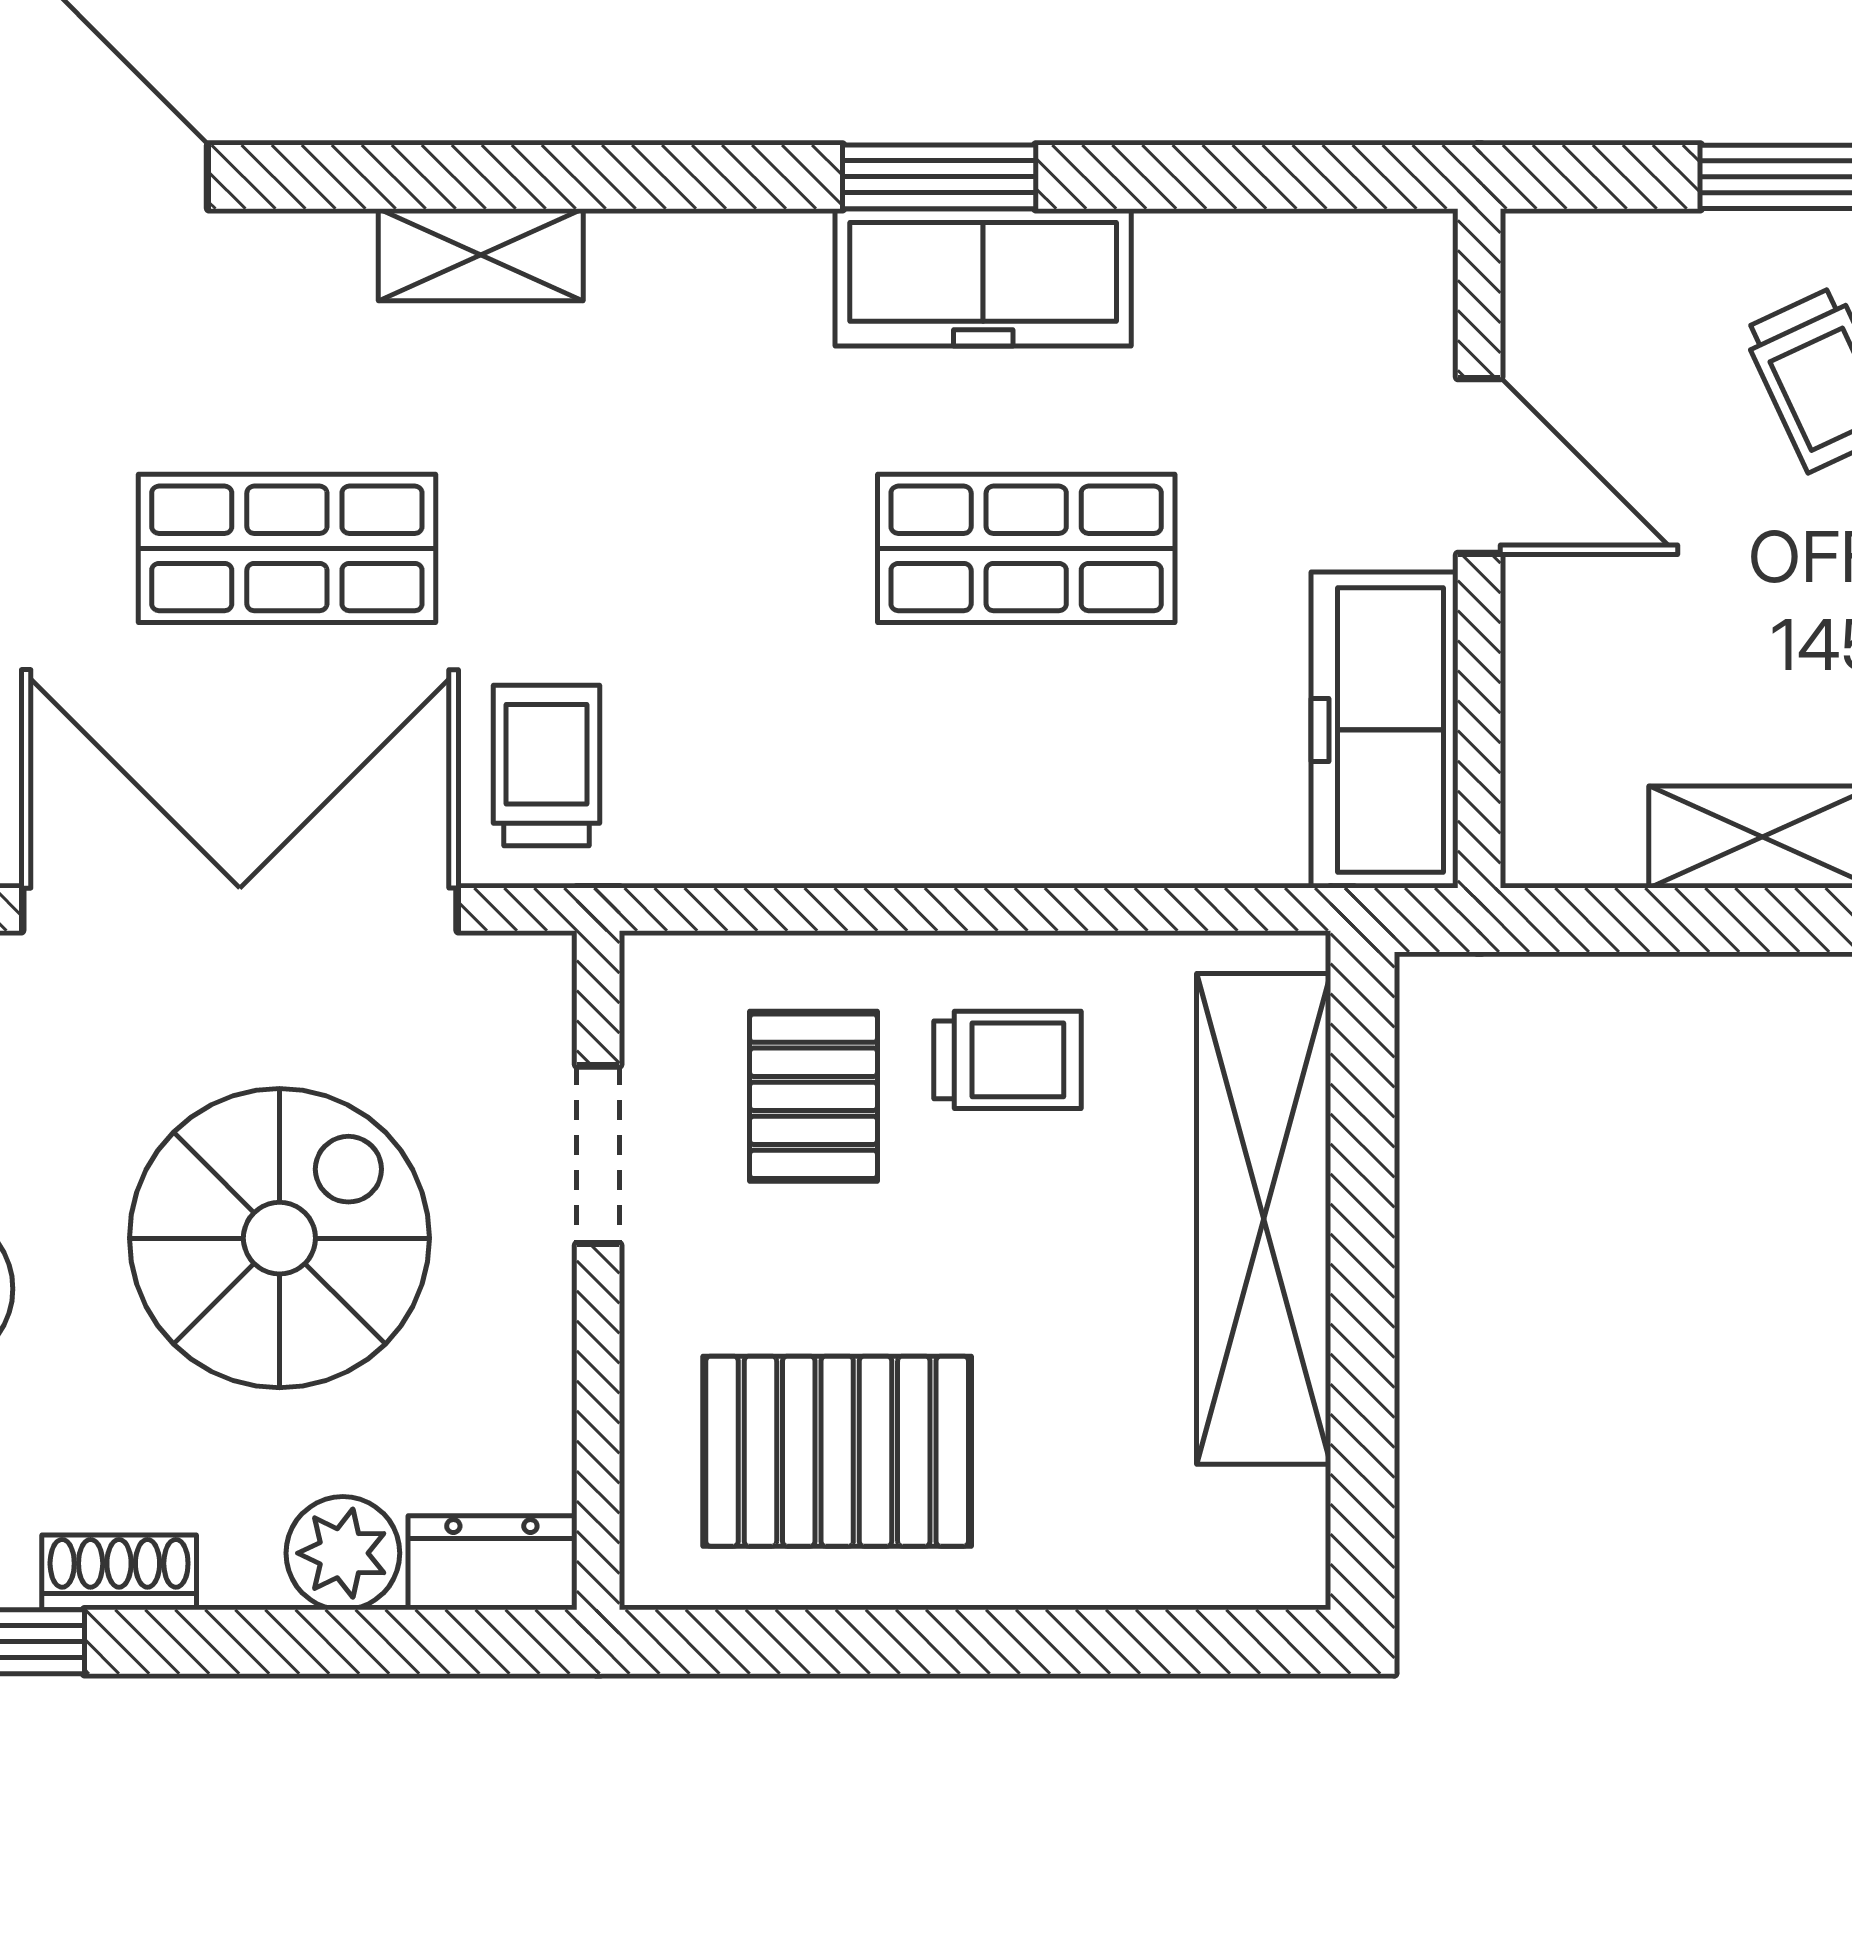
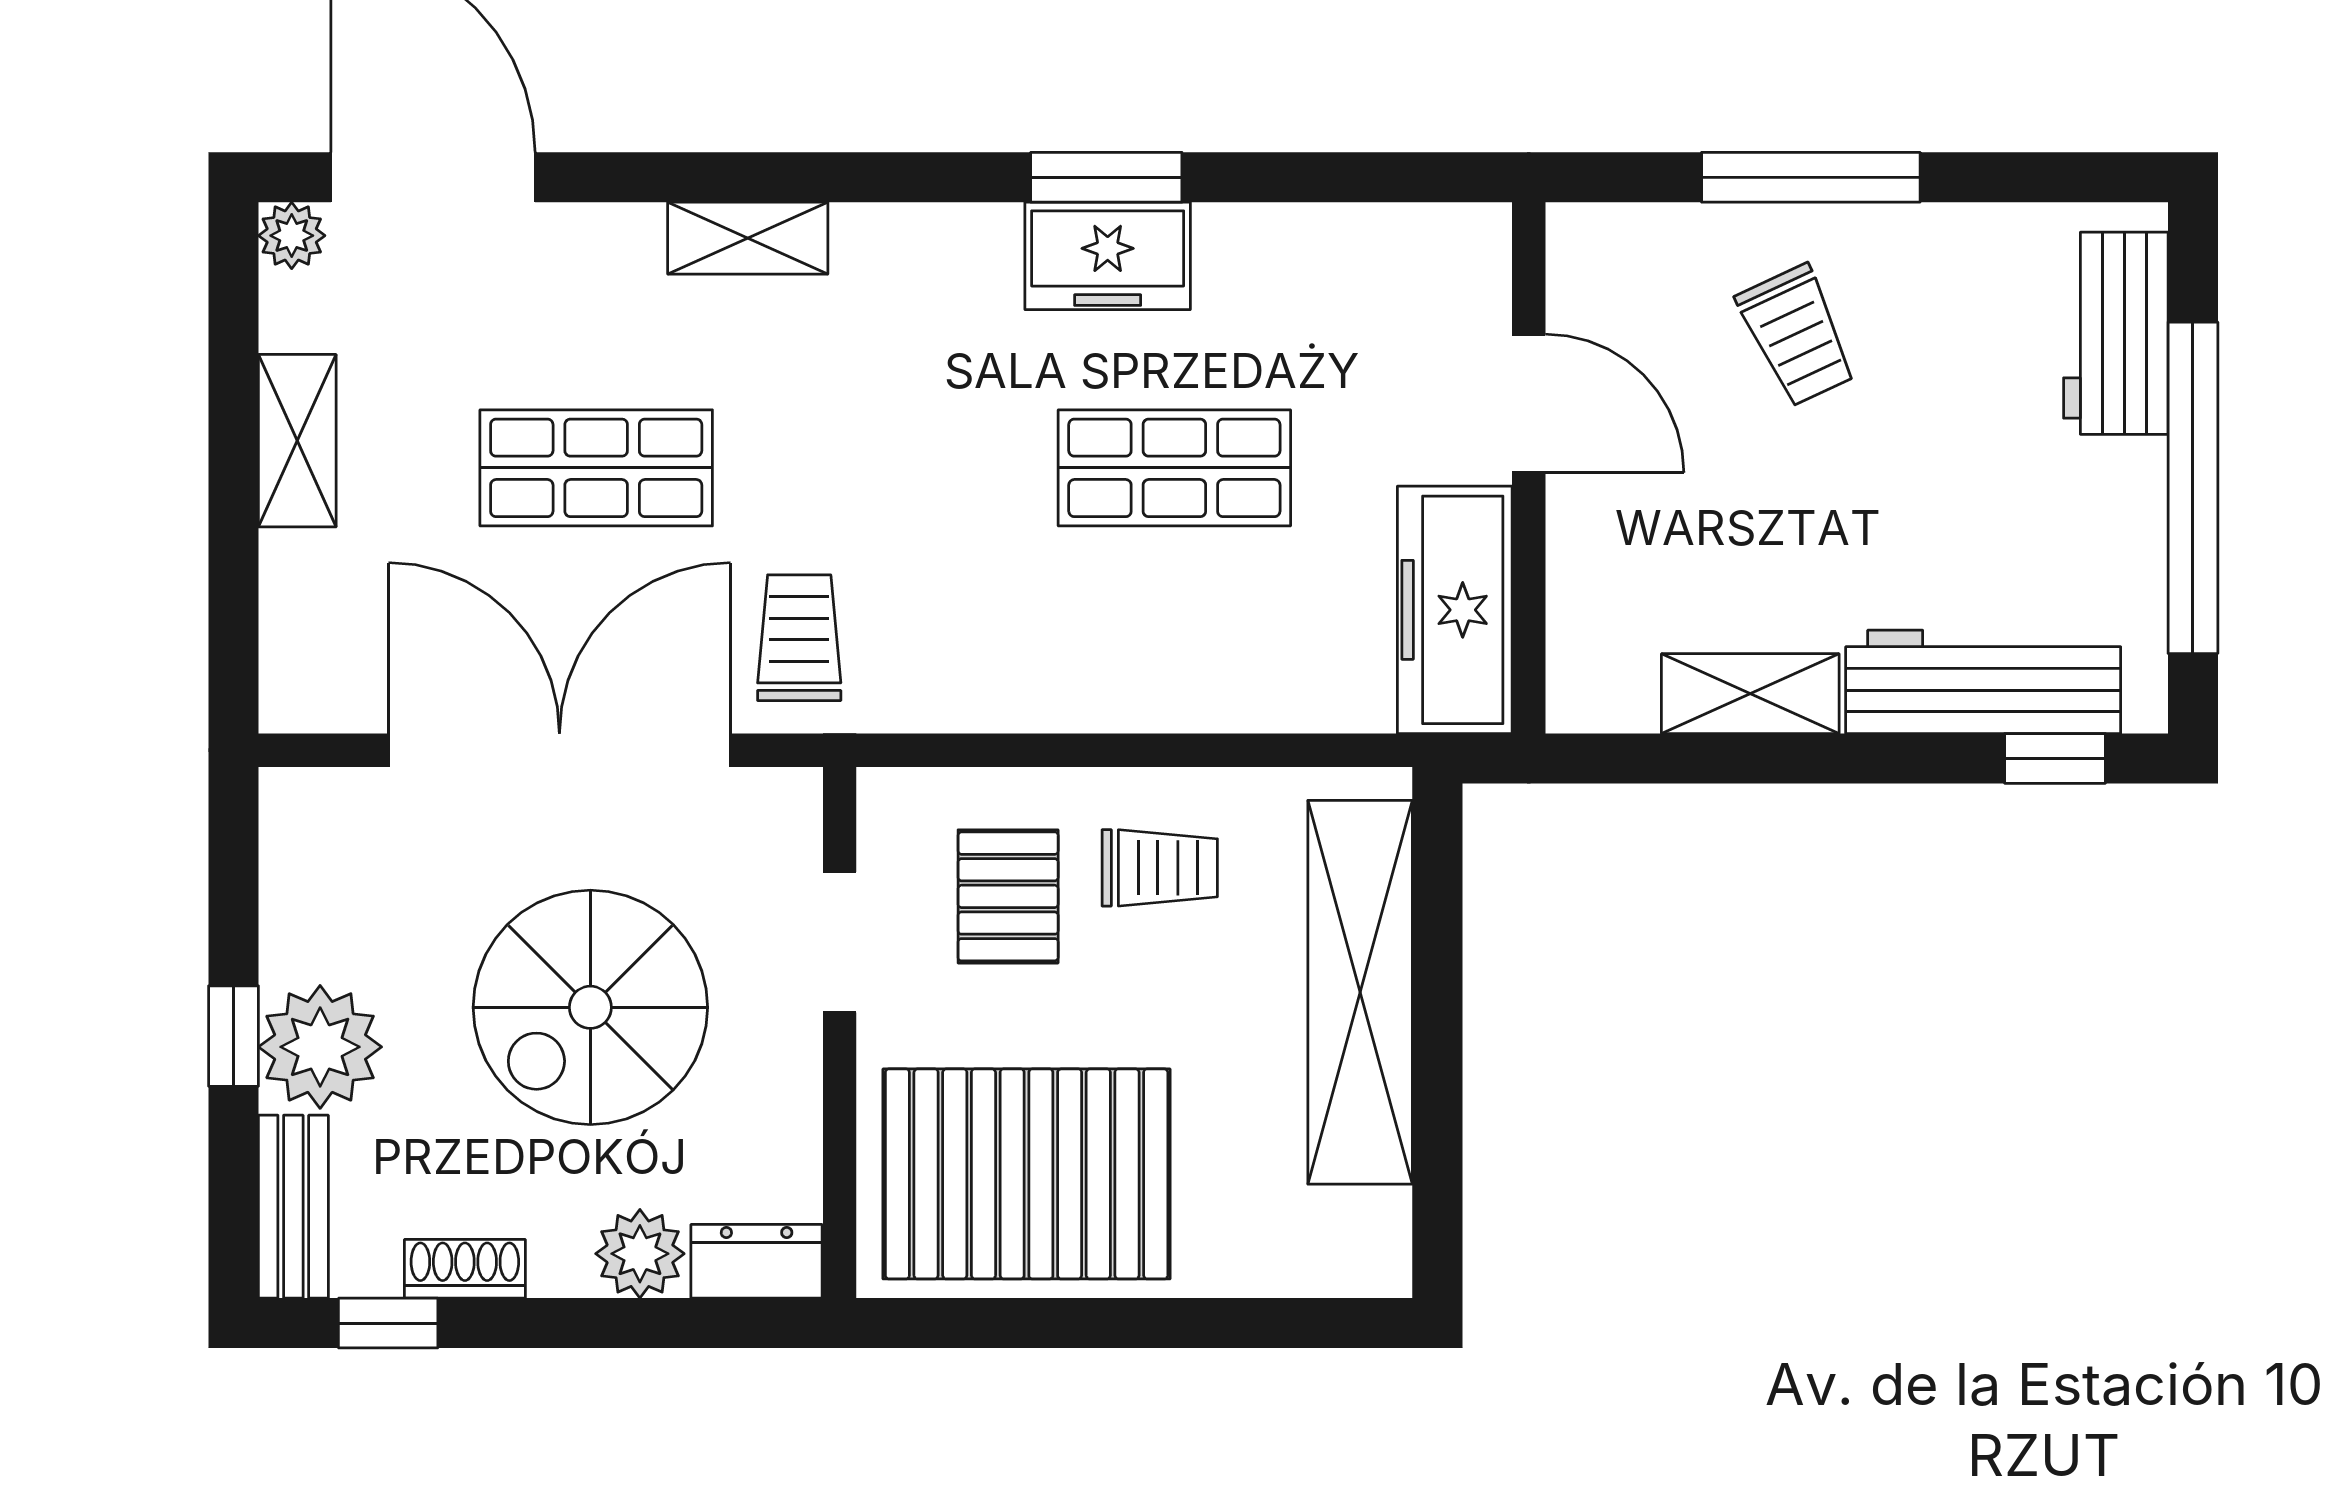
freezer: (983, 277) -> (1108, 256), width x0.71
spiral stairs: (279, 1238) -> (590, 1007), turned 180
pallet: (837, 1451) -> (1027, 1174), width x1.37, depth x1.41

